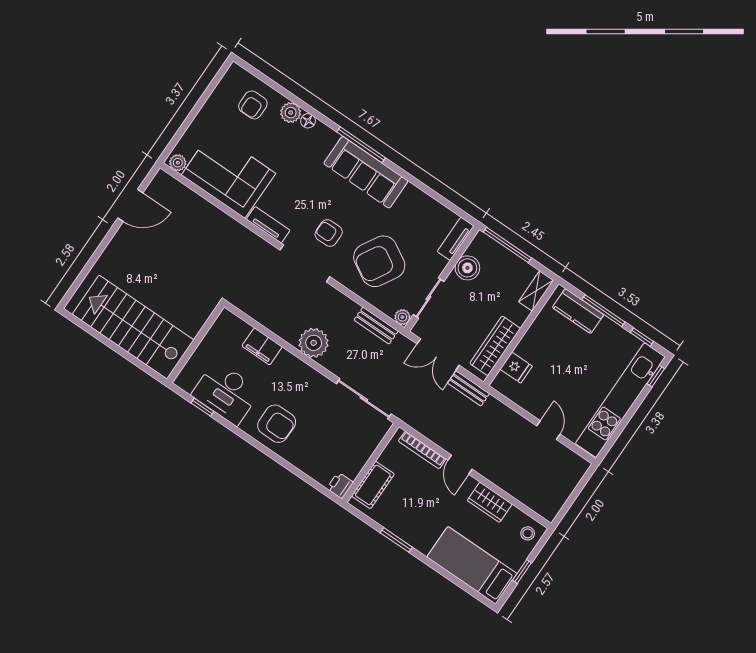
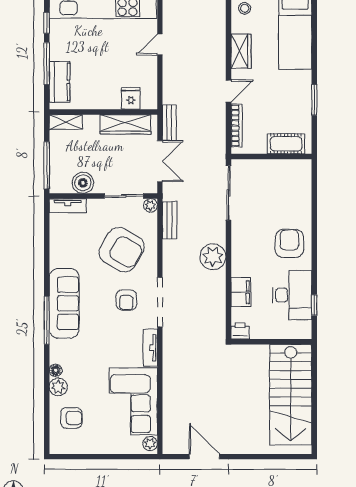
printer: (340, 485) -> (240, 331), moved, turned 180

